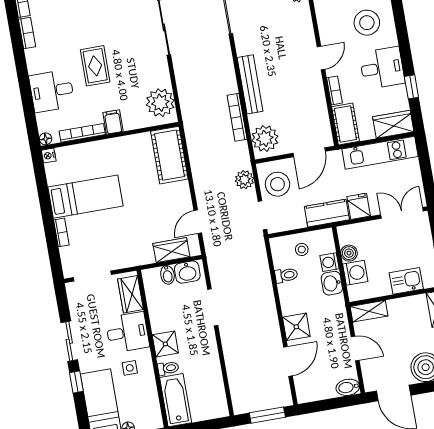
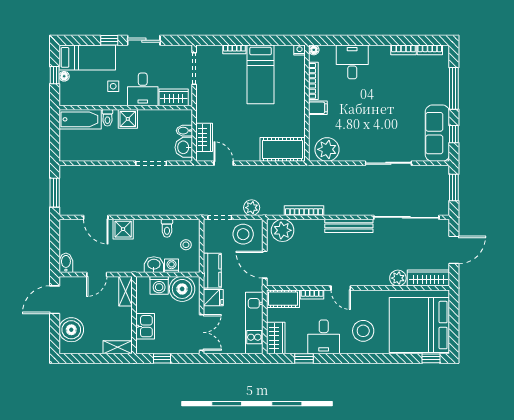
rug: (95, 66) -> (367, 101), removed
bench: (250, 84) -> (349, 226), moved
boiler: (349, 253) -> (182, 289), width x1.86, depth x1.86

